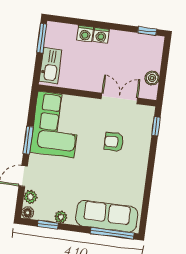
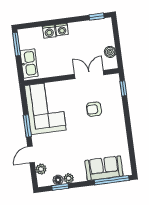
floor lamp: (28, 213) -> (58, 180), moved
sofa: (107, 216) -> (104, 168), width x0.73

